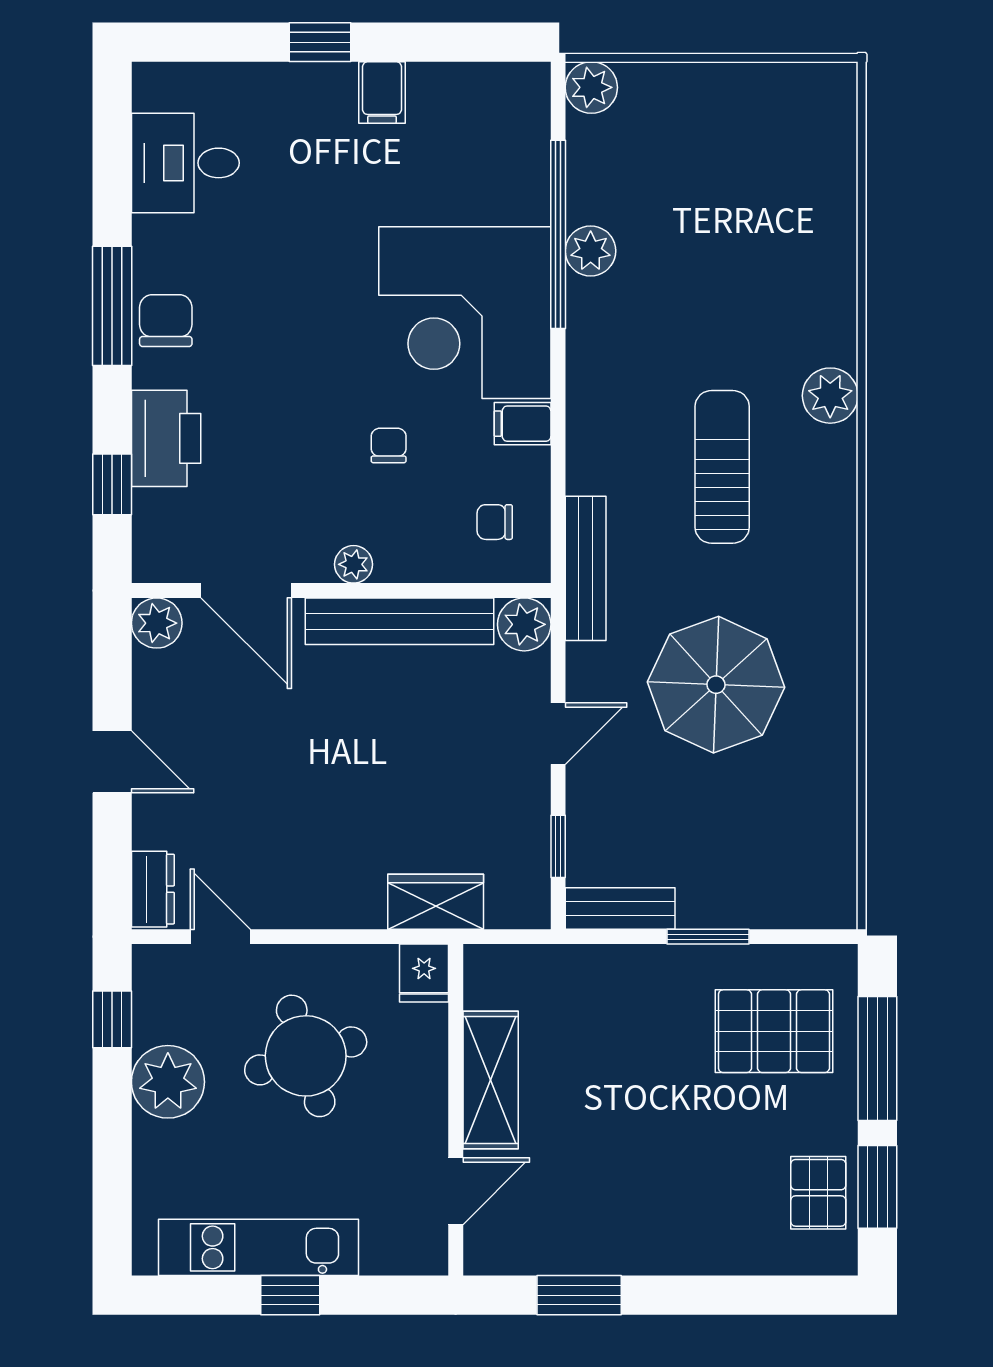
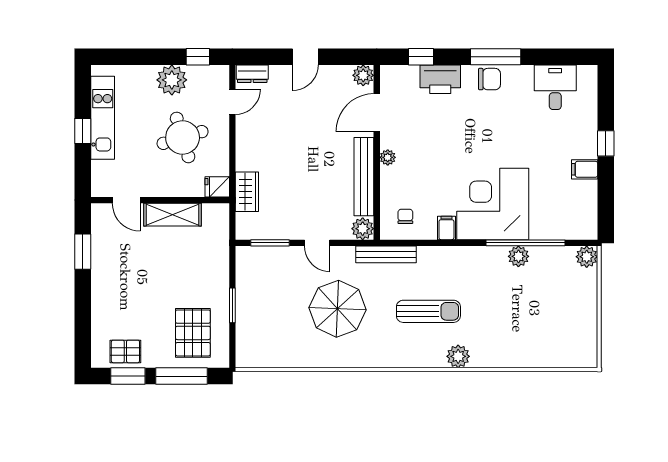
chair: (389, 445) -> (437, 172), removed
window: (558, 846) -> (270, 243), width x1.50
bench: (620, 908) -> (244, 269), removed

